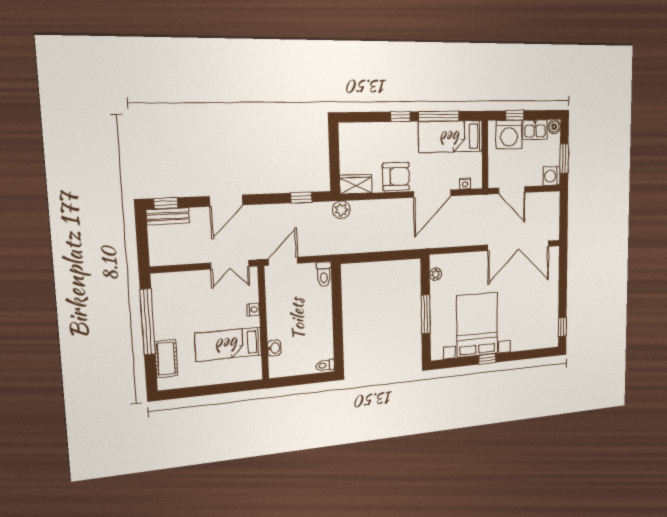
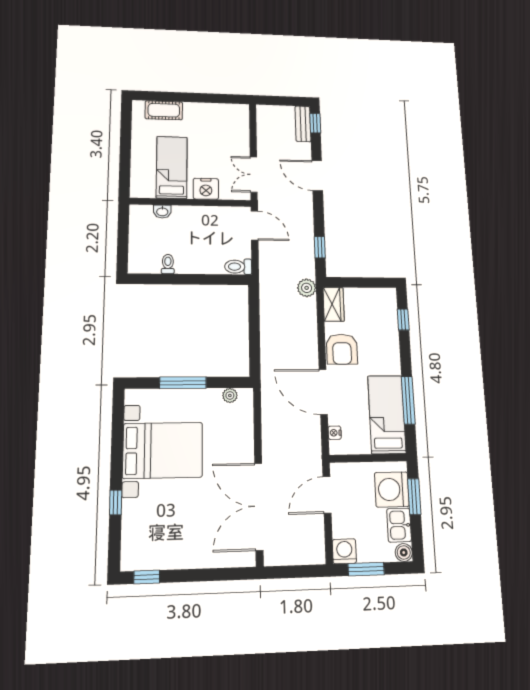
window: (515, 115) -> (414, 497), width x1.50
window: (400, 117) -> (403, 320), moved
nightstand: (253, 310) -> (206, 189), width x1.89, depth x1.79
window: (148, 322) -> (202, 98), removed
window: (487, 359) -> (116, 502), moved
toilet: (325, 365) -> (168, 264), moved

